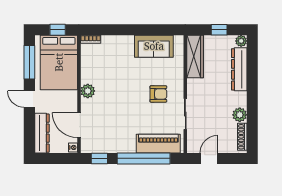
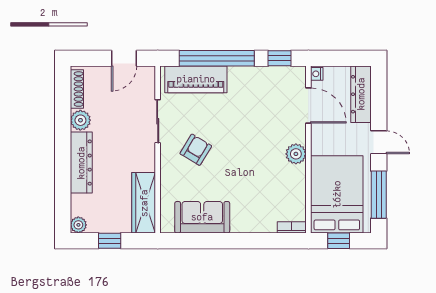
dresser: (239, 69) -> (81, 163), moved
armchair: (158, 94) -> (196, 150), turned 121

